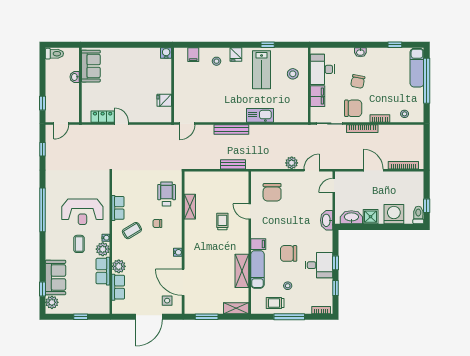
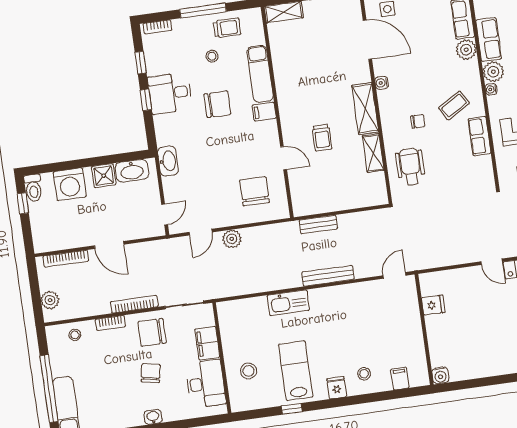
plant: (418, 139) -> (50, 300), added
wheelchair: (167, 194) -> (410, 167), turned 180
shelving: (242, 271) -> (365, 109), moved

